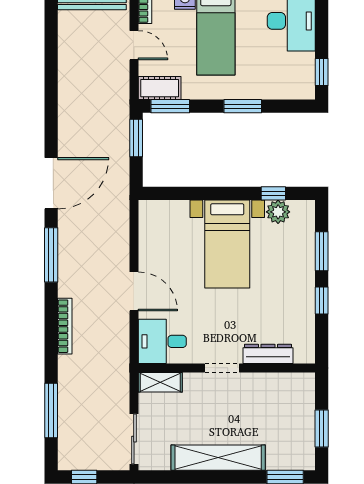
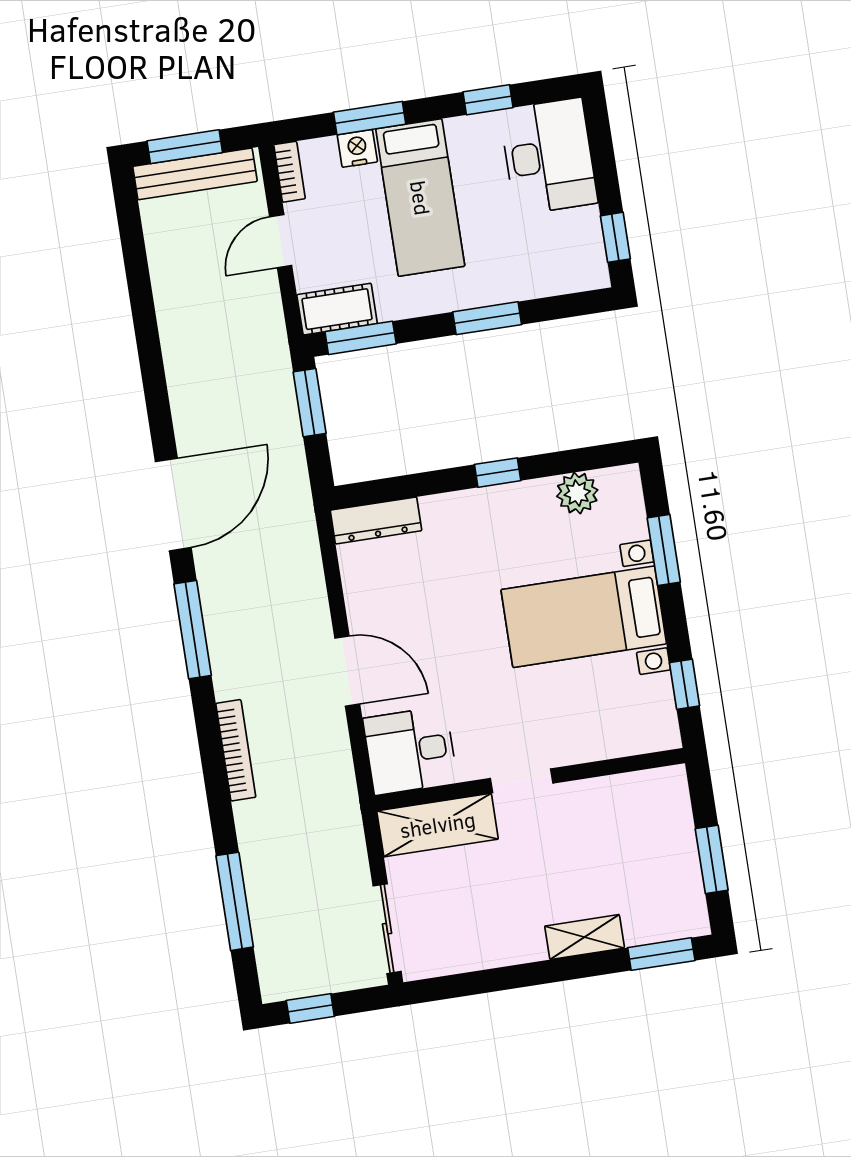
door: (134, 45) -> (281, 241), swing flipped
window: (273, 193) -> (498, 473), moved
bed with nightstands: (227, 244) -> (584, 617), moved, turned 90
window: (322, 300) -> (685, 684), moved
dresser: (268, 354) -> (376, 520), moved, turned 180
shelving: (160, 382) -> (438, 825), width x1.50, depth x1.33
shelving: (218, 458) -> (585, 937), width x0.45, depth x0.75

